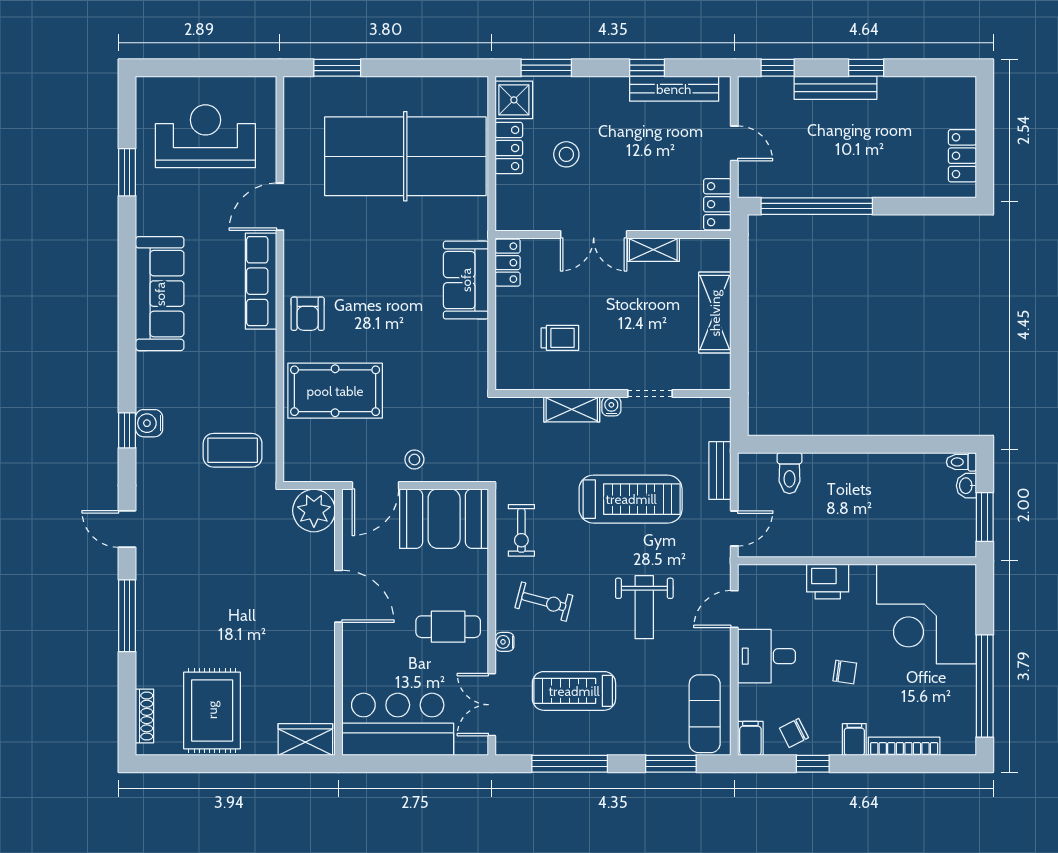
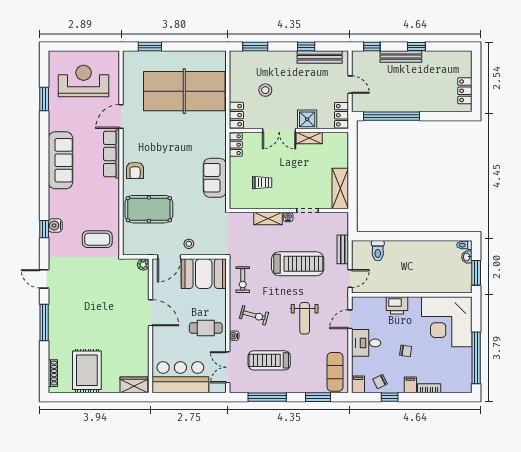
shower: (514, 100) -> (307, 119), moved
locker: (509, 148) -> (236, 115), moved
sofa: (466, 280) -> (215, 178), moved
shelving: (715, 313) -> (340, 189), moved
plant: (314, 511) -> (143, 265), width x0.53, depth x0.53
bookcase: (904, 746) -> (429, 388), width x0.64

